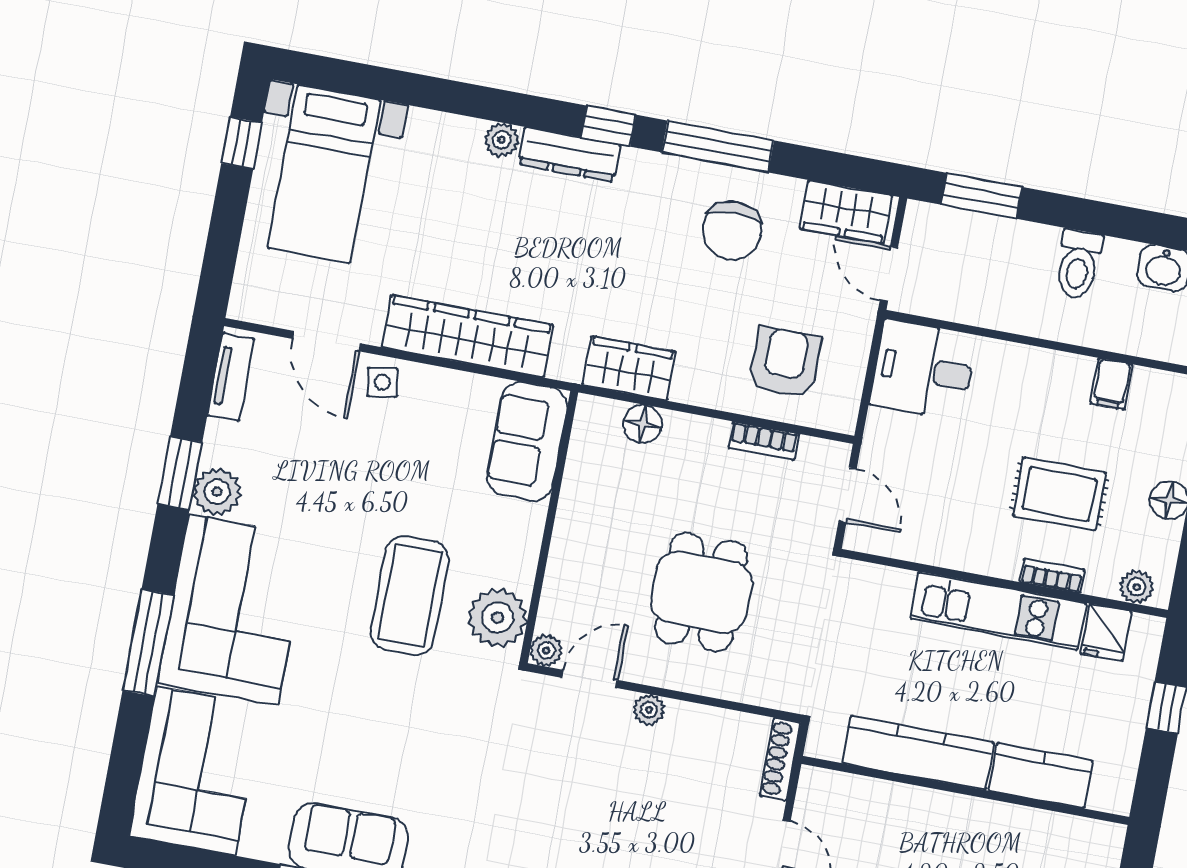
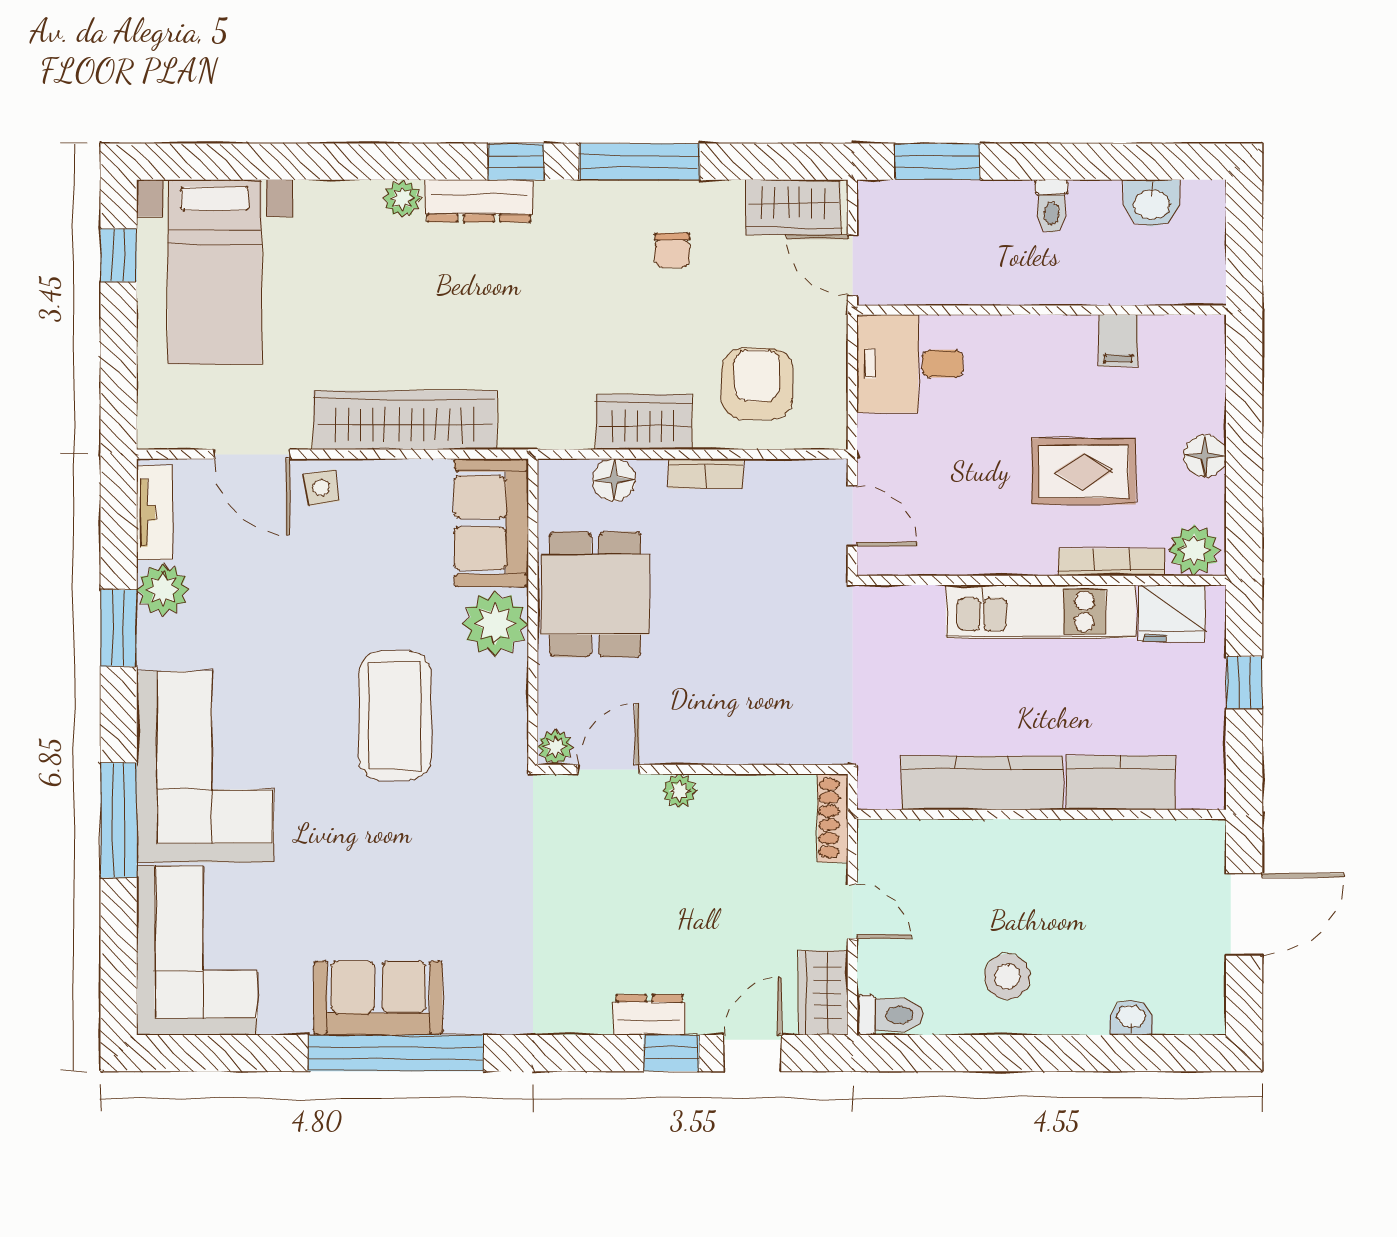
chair: (732, 230) -> (672, 250), width x0.54, depth x0.54
toilet: (1078, 264) -> (1051, 206), width x0.73, depth x0.72
wardrobe: (629, 368) -> (644, 422), moved
bookcase: (764, 441) -> (706, 474), moved
plant: (217, 492) -> (163, 590), moved
bookcase: (1052, 576) -> (1112, 562), width x1.56
plant: (1137, 587) -> (1194, 550), width x1.38, depth x1.38
dining table: (701, 592) -> (595, 594), moved
plant: (497, 618) -> (495, 624), moved
fridge: (1106, 633) -> (1172, 613), width x1.38

